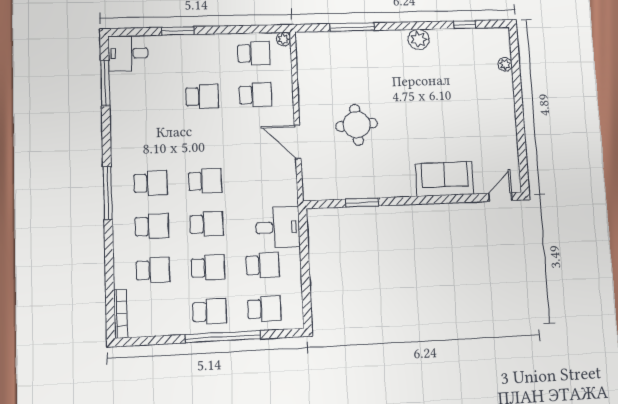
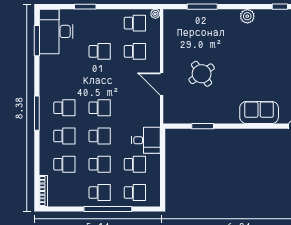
desk: (128, 53) -> (56, 31), width x1.87, depth x1.30
round table: (357, 125) -> (202, 74), turned -31

